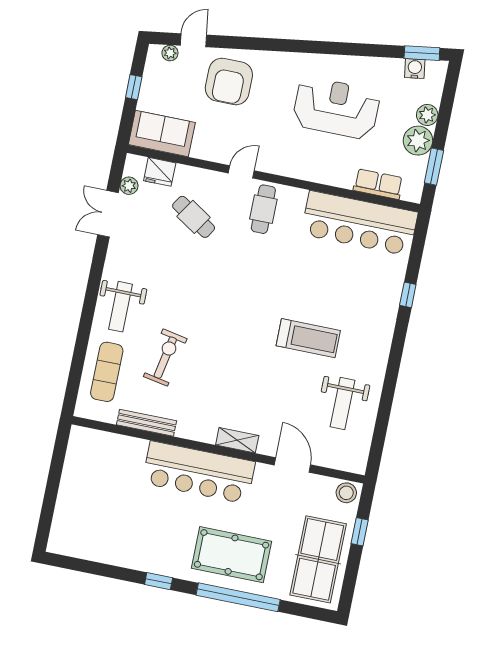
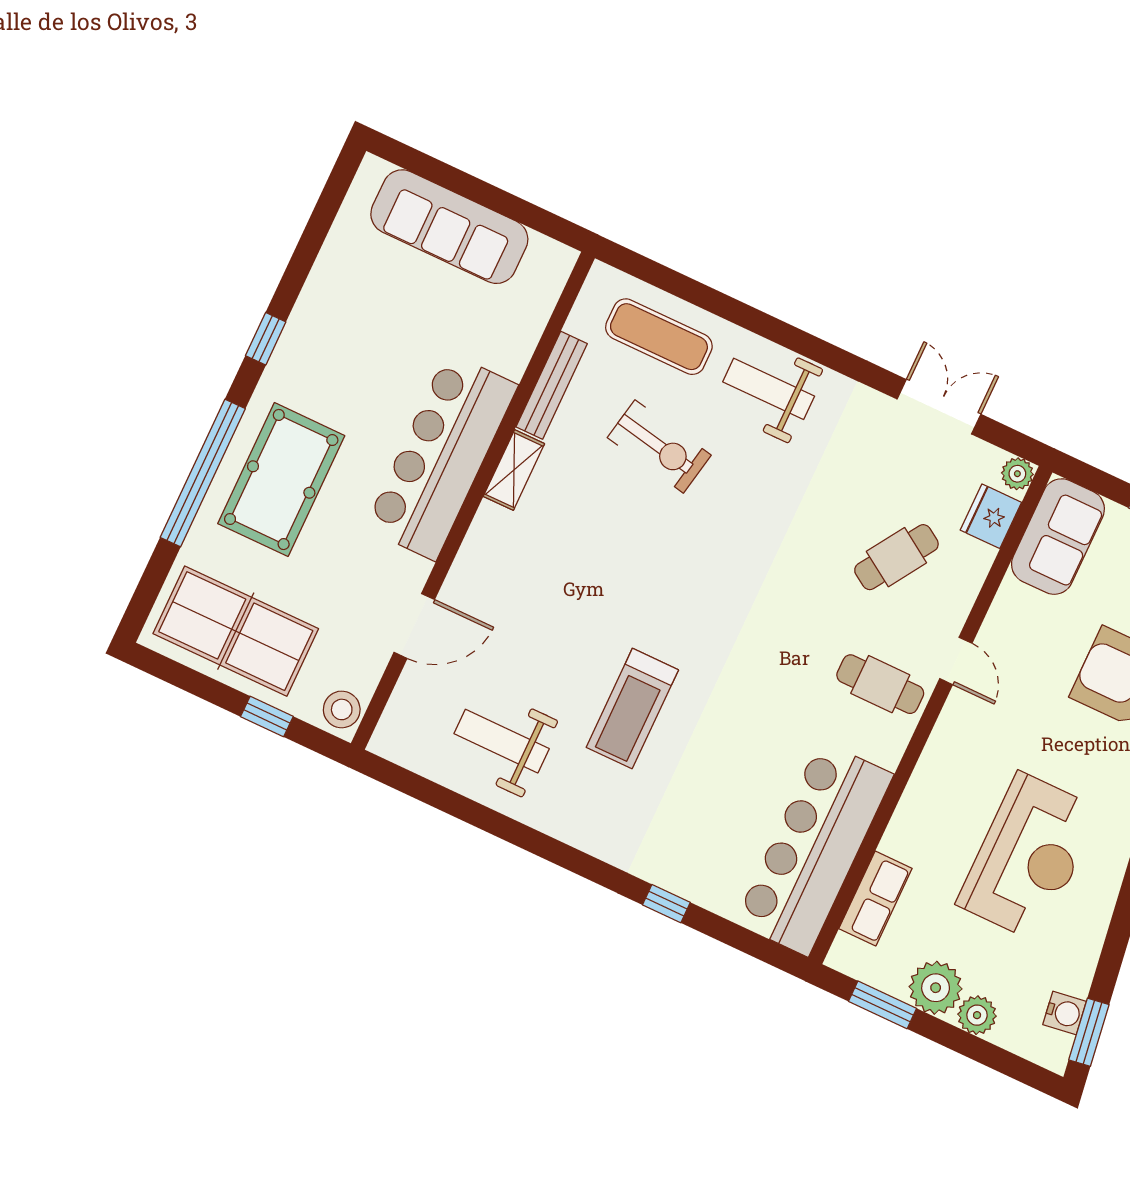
plant: (129, 186) -> (1017, 474), moved
shelving: (237, 440) -> (514, 470), moved
sofa: (75, 498) -> (449, 227), added

